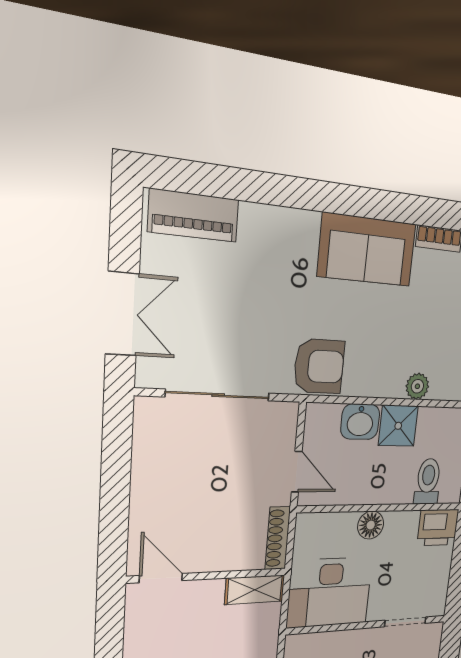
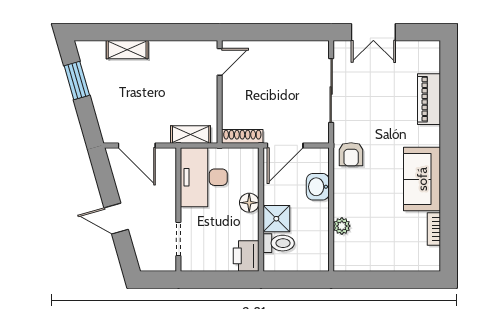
piano: (194, 216) -> (429, 99), moved
armchair: (319, 366) -> (351, 154), width x0.72, depth x0.72
shower: (398, 426) -> (276, 219), moved
door: (297, 472) -> (285, 145), width x1.38
shelving: (255, 590) -> (191, 135), moved, turned 90

